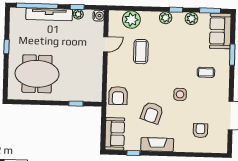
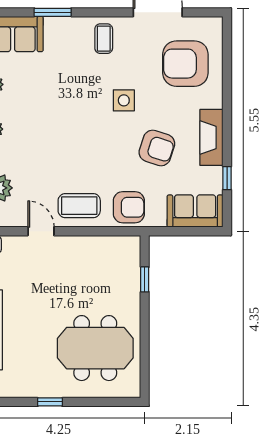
coffee table: (141, 52) -> (79, 206), moved
coffee table: (206, 72) -> (104, 39), moved
meeting table: (37, 74) -> (95, 348), turned 90
armchair: (200, 131) -> (185, 64), width x1.88, depth x1.88

